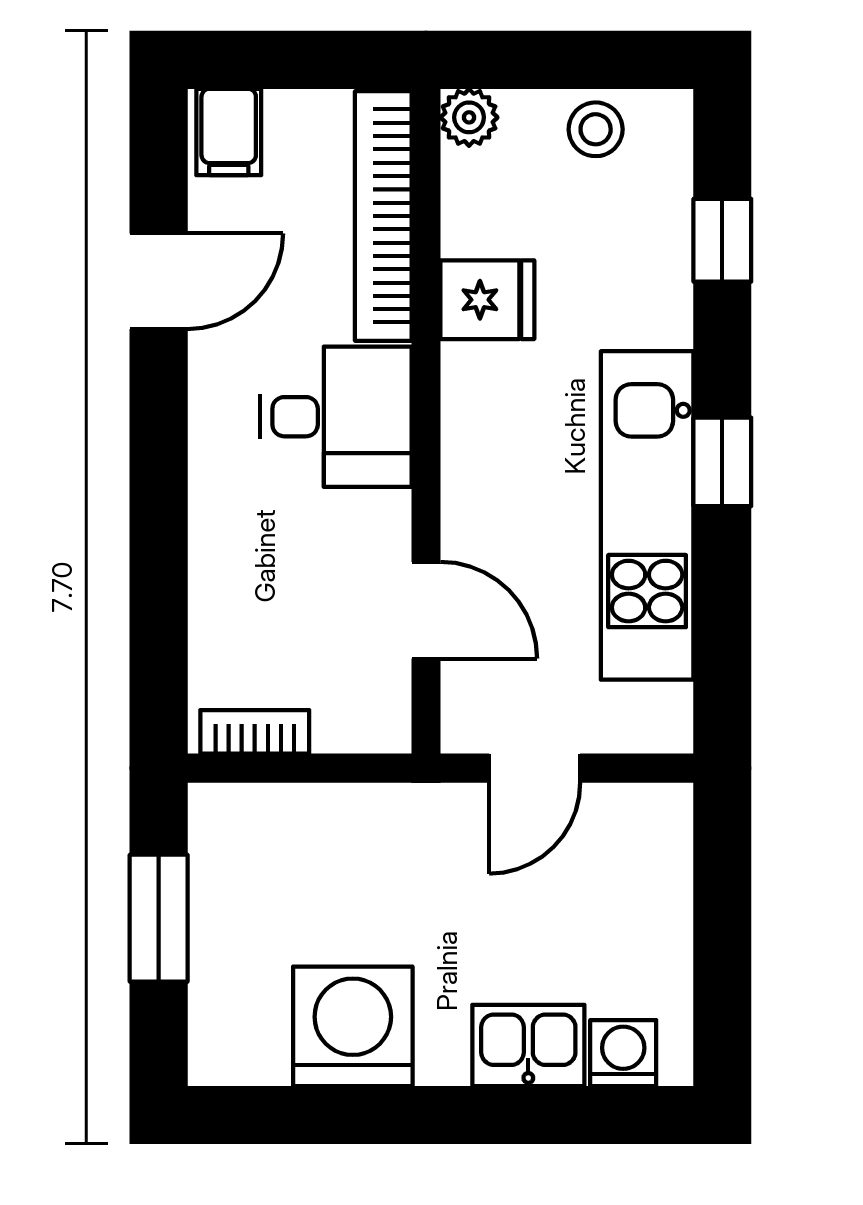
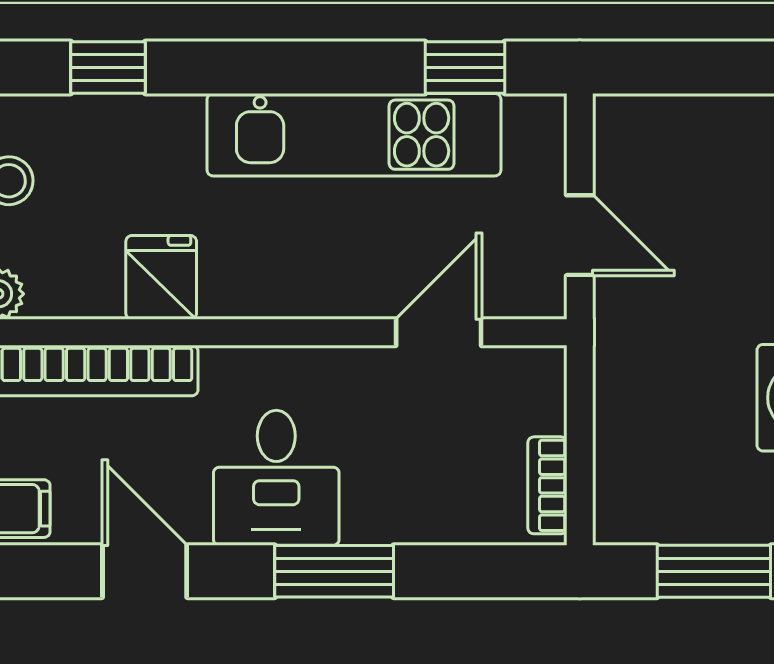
desk: (336, 417) -> (276, 478), moved, turned 180
window: (722, 462) -> (465, 67), moved
window: (159, 493) -> (334, 571), added

